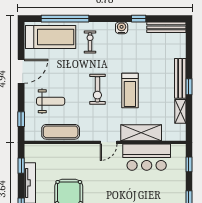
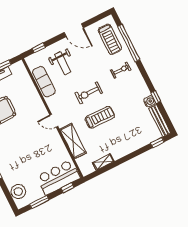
water cooler: (122, 28) -> (150, 101), moved
treadmill: (51, 37) -> (110, 39), width x0.73, depth x0.73
bench: (180, 78) -> (127, 150), removed
window: (189, 87) -> (157, 143), moved
treadmill: (130, 91) -> (100, 117), turned 180
bar counter: (147, 157) -> (58, 177), moved, turned 90

